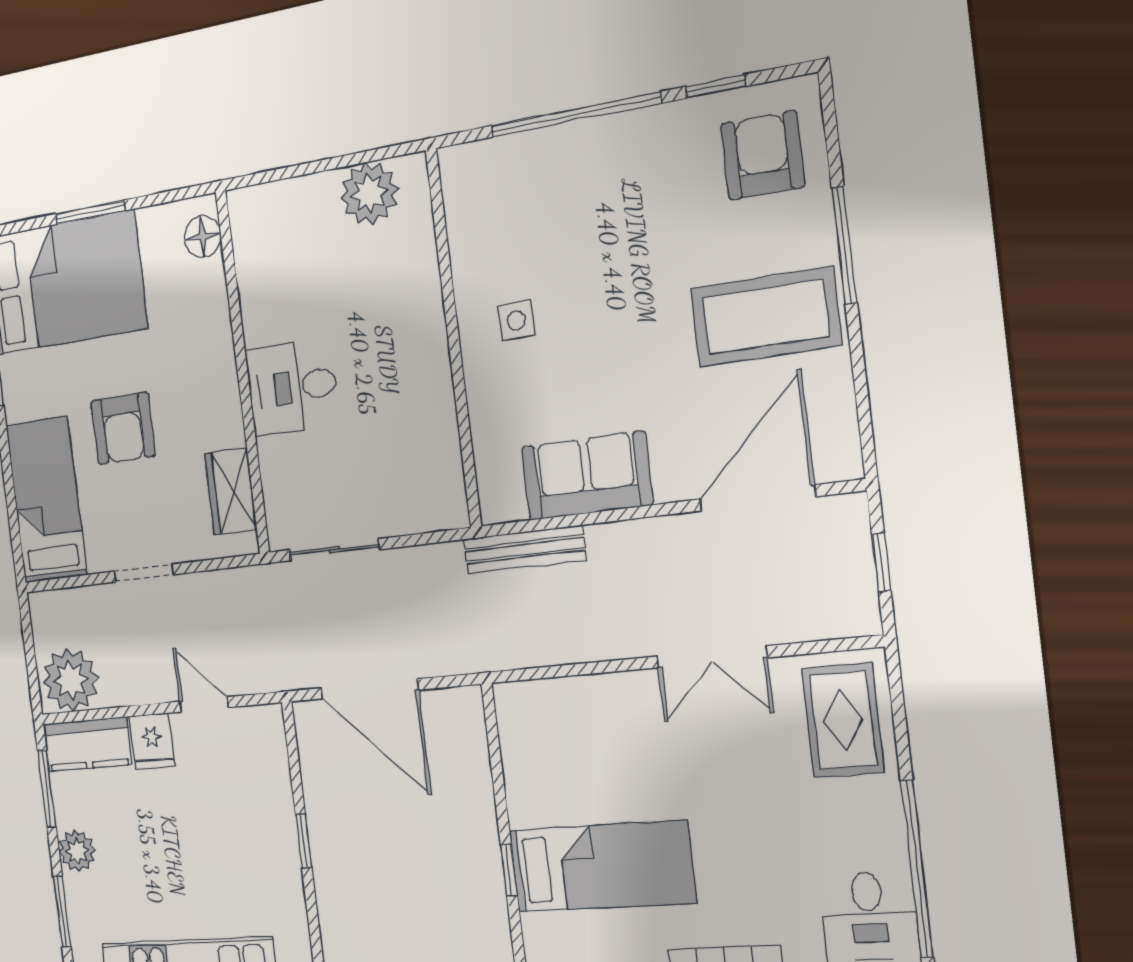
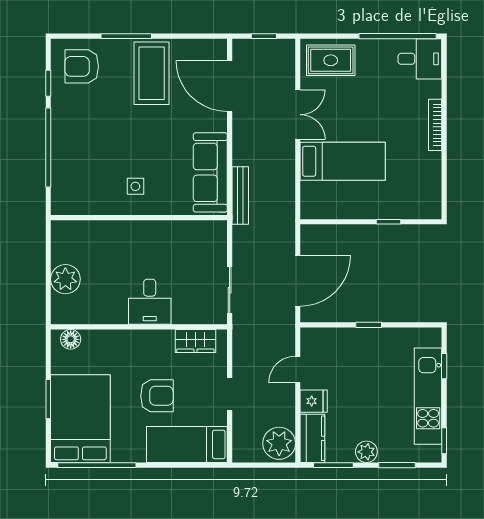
plant: (369, 193) -> (65, 279), moved
sofa: (587, 476) -> (210, 172), width x1.36
bed: (602, 867) -> (343, 161), moved, turned 90

